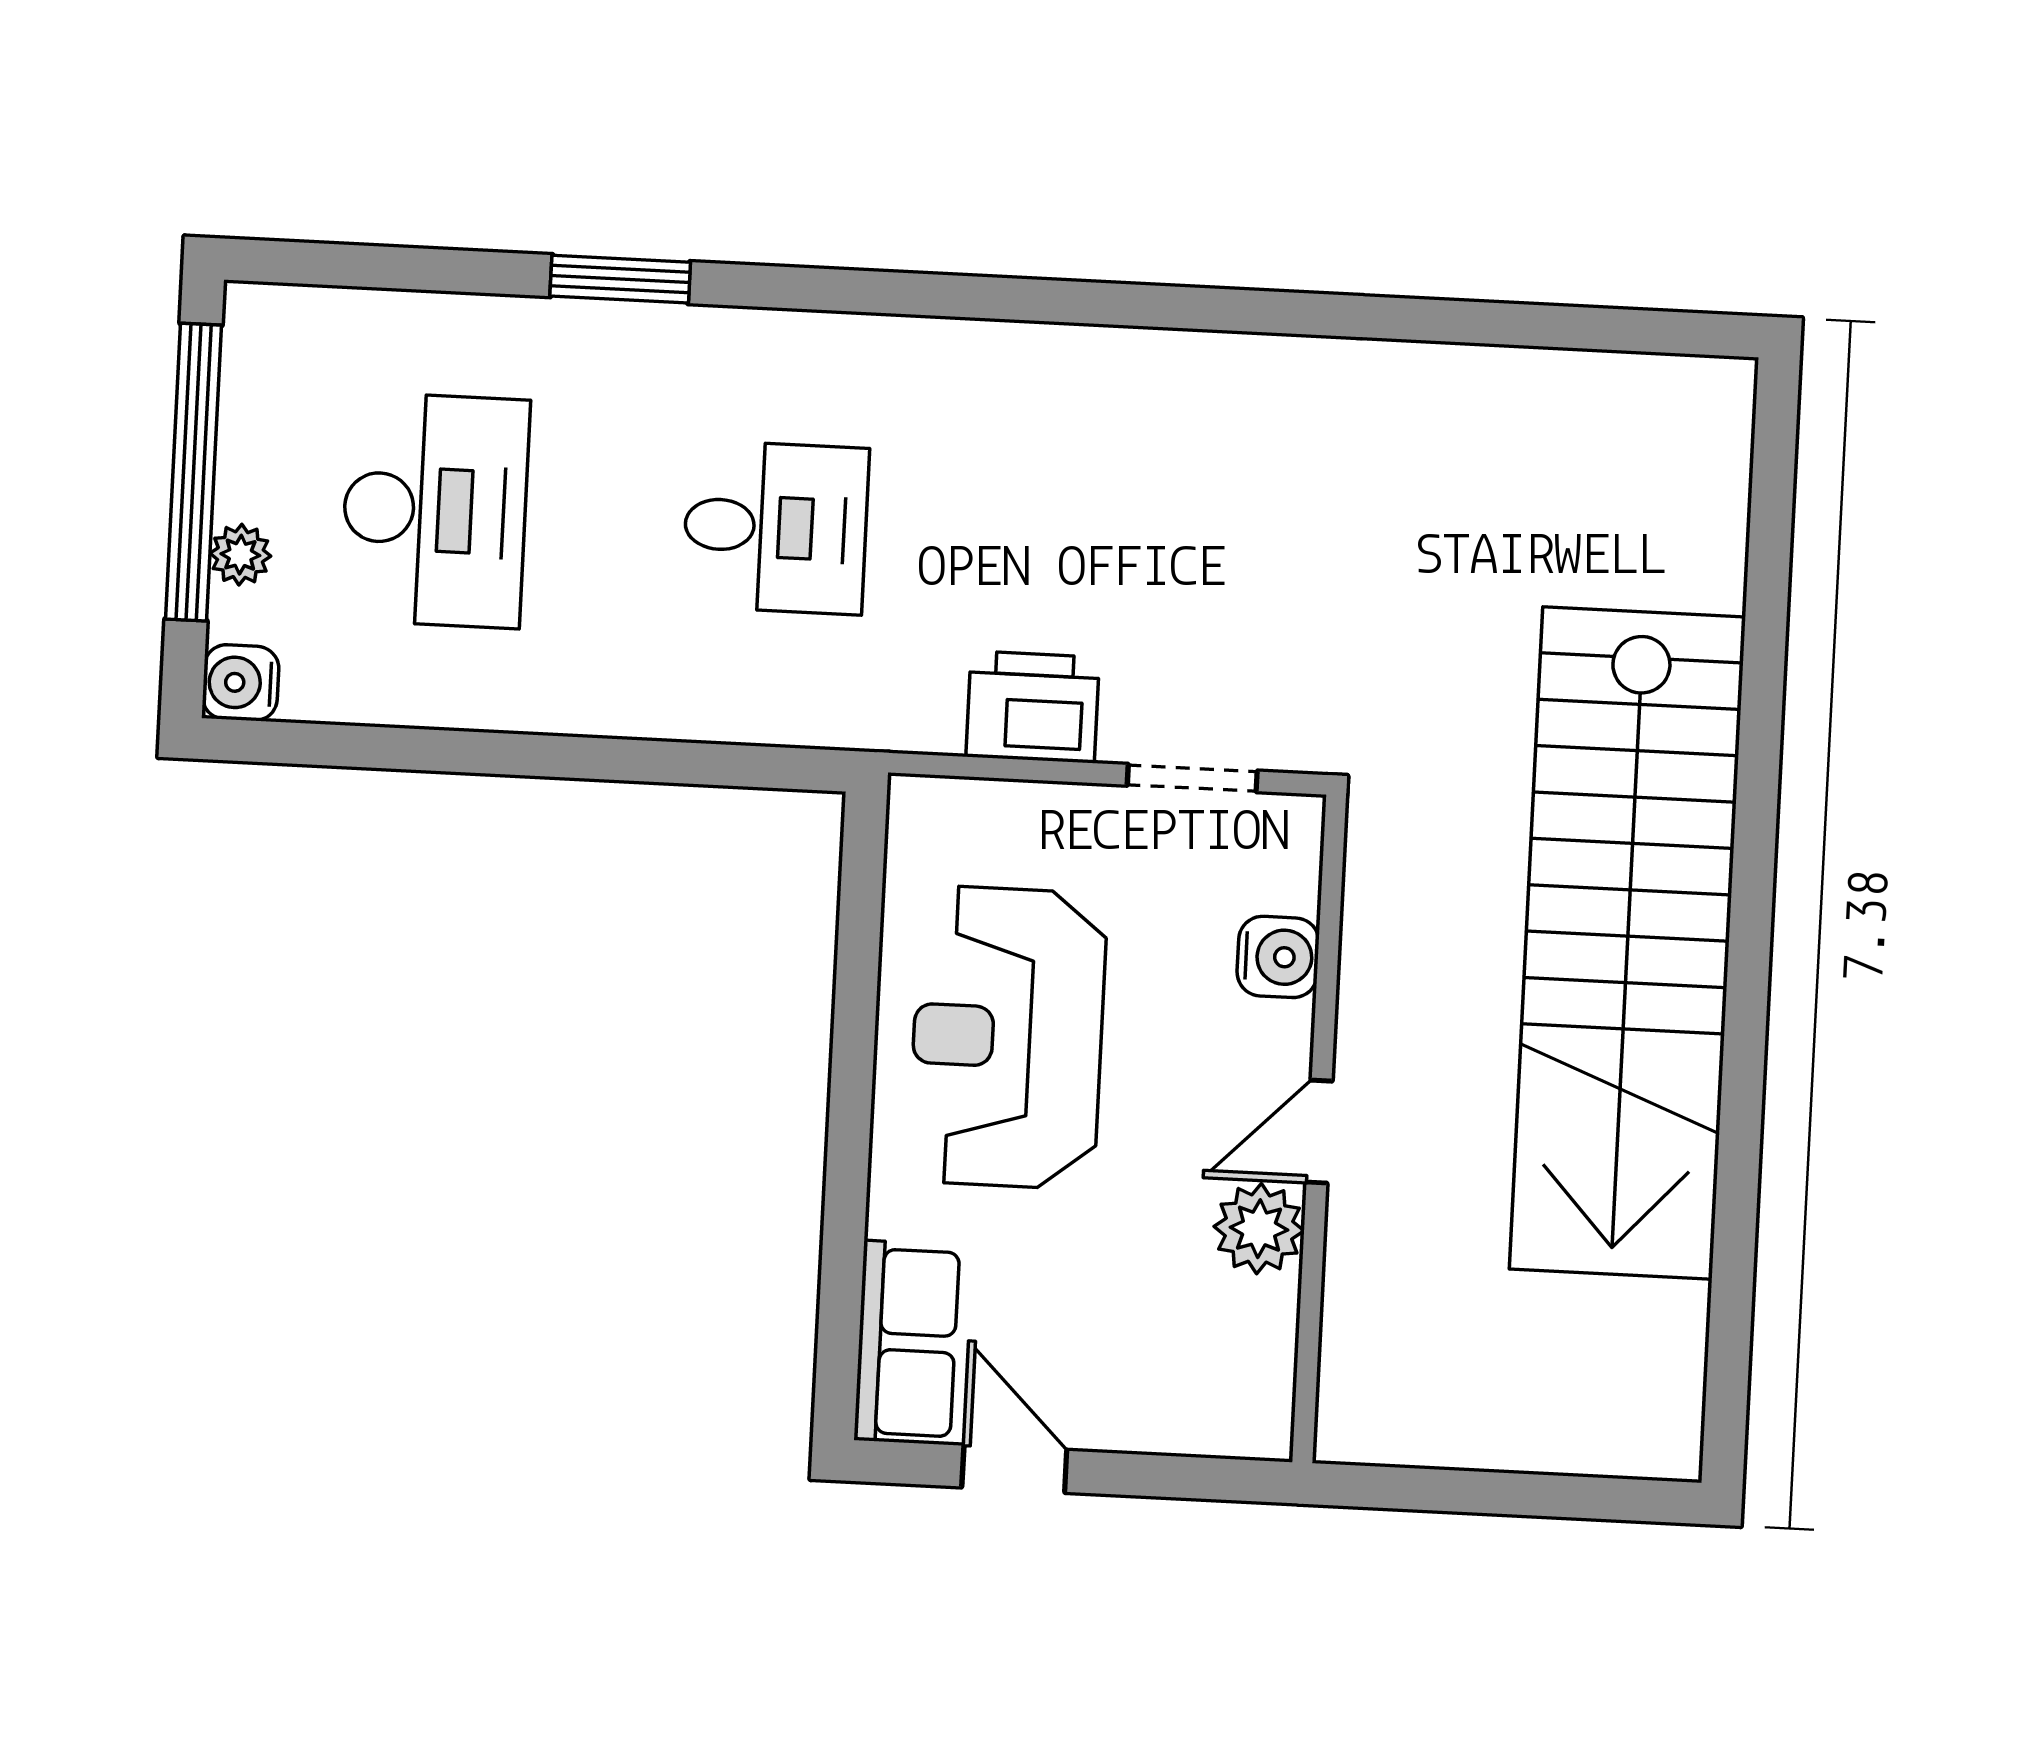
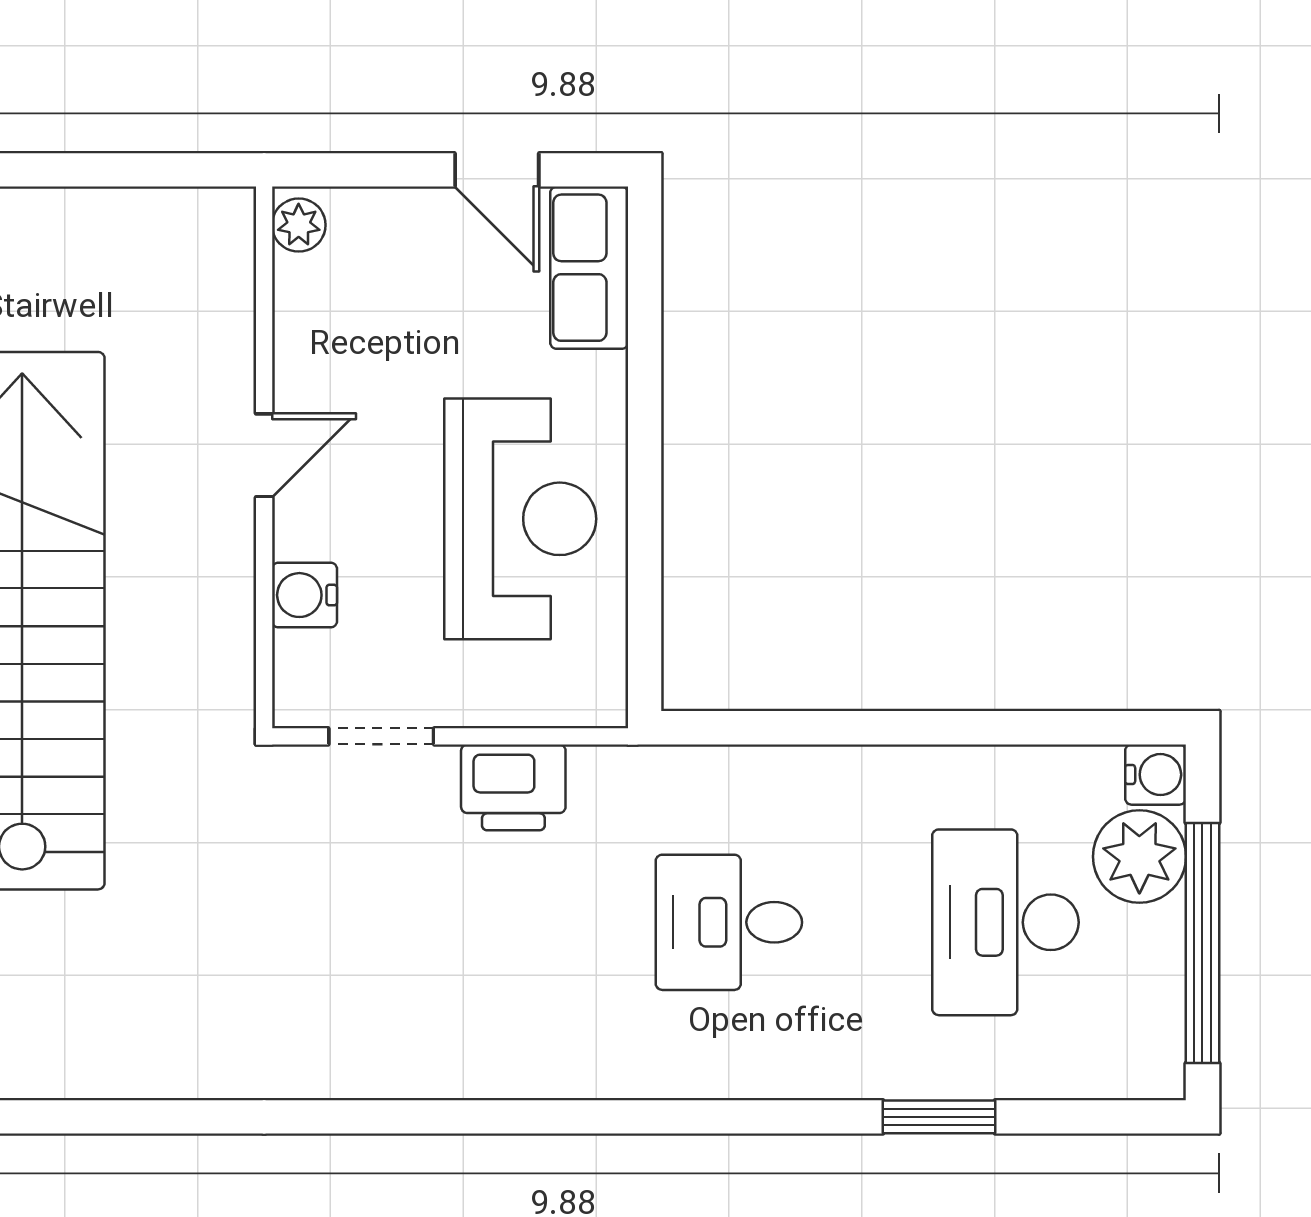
window: (620, 279) -> (939, 1117), moved
plant: (240, 555) -> (1139, 857), width x1.88, depth x1.88
plant: (1259, 1229) -> (299, 225), moved, width x0.73, depth x0.73

